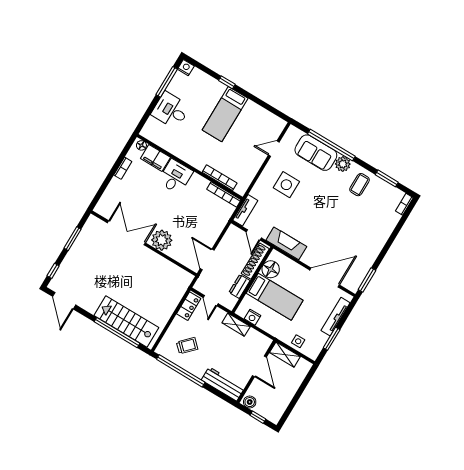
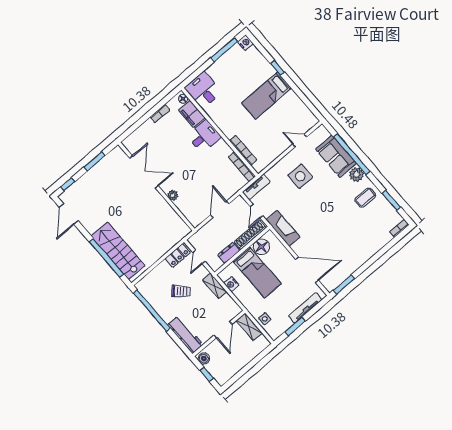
desk: (171, 110) -> (203, 90), moved
plant: (162, 240) -> (173, 195), width x0.53, depth x0.53
door: (207, 259) -> (220, 209), moved
trolley: (187, 346) -> (181, 291), moved

